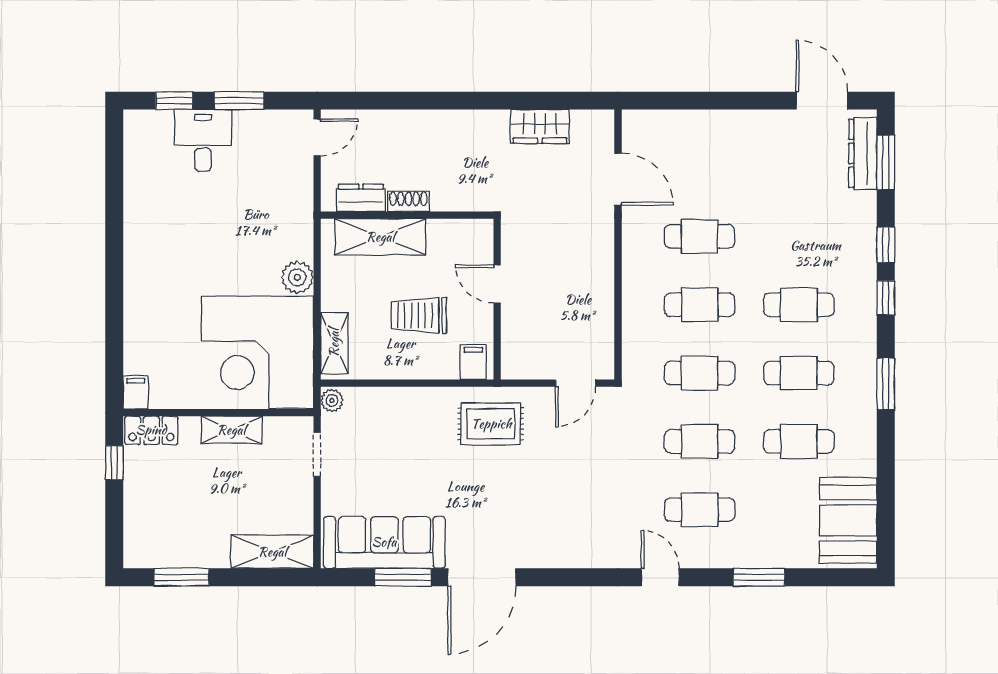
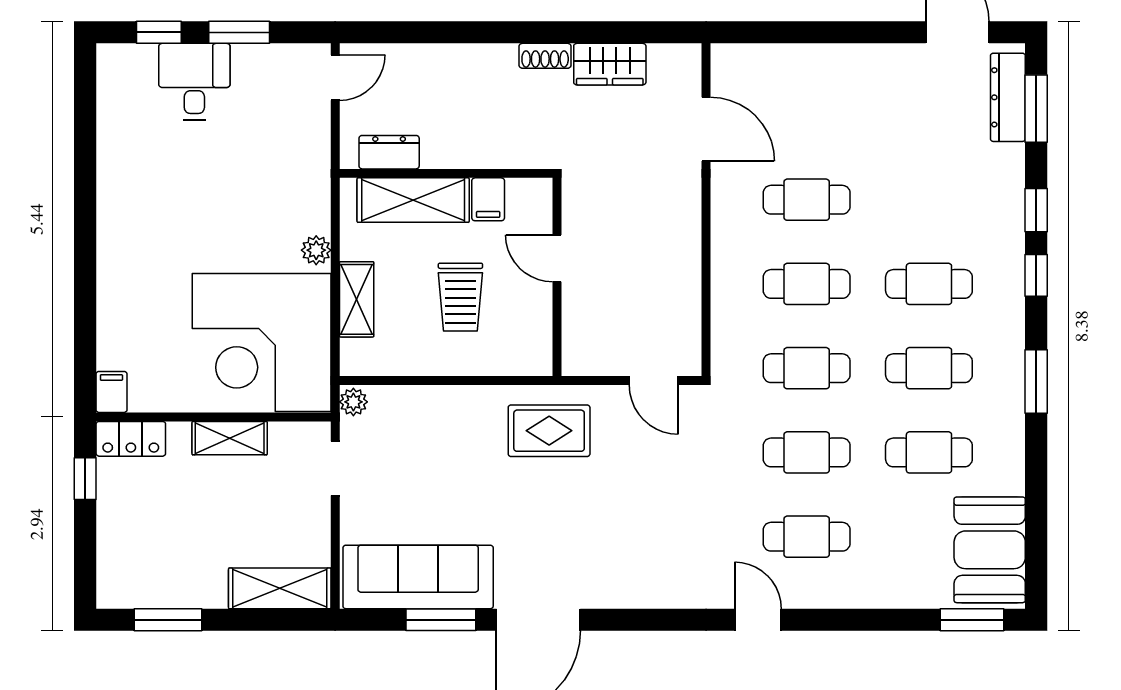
shoe rack: (408, 201) -> (545, 56), moved, turned 180
plant: (297, 277) -> (316, 250), width x0.73, depth x0.73
trolley: (419, 315) -> (460, 297), turned -90
shelving: (334, 343) -> (357, 299), moved
filing cabinet: (473, 362) -> (488, 199), moved, turned 180
door: (576, 383) -> (654, 381), hinge flipped
window: (759, 577) -> (972, 620), moved

